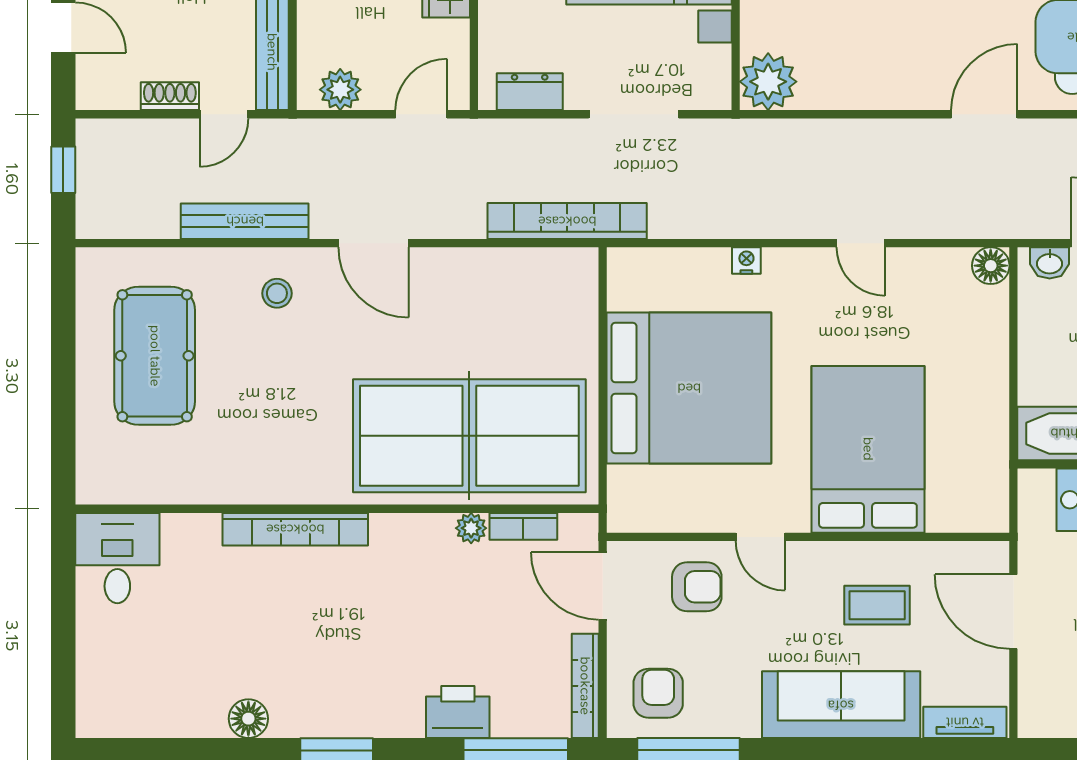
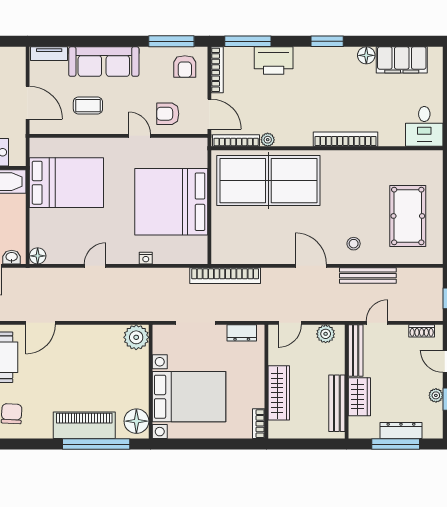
shoe rack: (170, 96) -> (422, 331), moved
door: (861, 243) -> (95, 266), hinge flipped
bed: (868, 449) -> (66, 183), moved, turned -90
bookcase: (523, 526) -> (236, 140), width x1.56
filing cabinet: (168, 708) -> (402, 60), added
printer: (458, 712) -> (274, 61), width x1.37, depth x1.19

